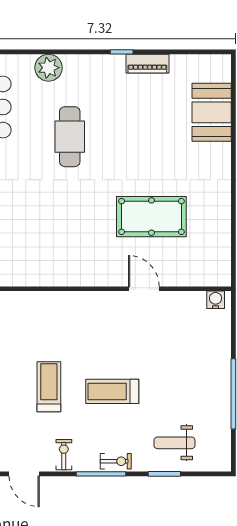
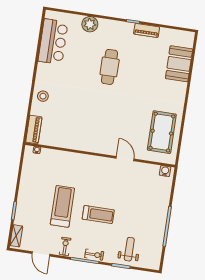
cafe table: (70, 137) -> (110, 67), moved
pool table: (151, 217) -> (162, 132), moved, turned 90
treadmill: (49, 387) -> (62, 206), width x1.37, depth x1.38
treadmill: (112, 391) -> (98, 214), turned 180
weight bench: (174, 443) -> (129, 249), turned 90

